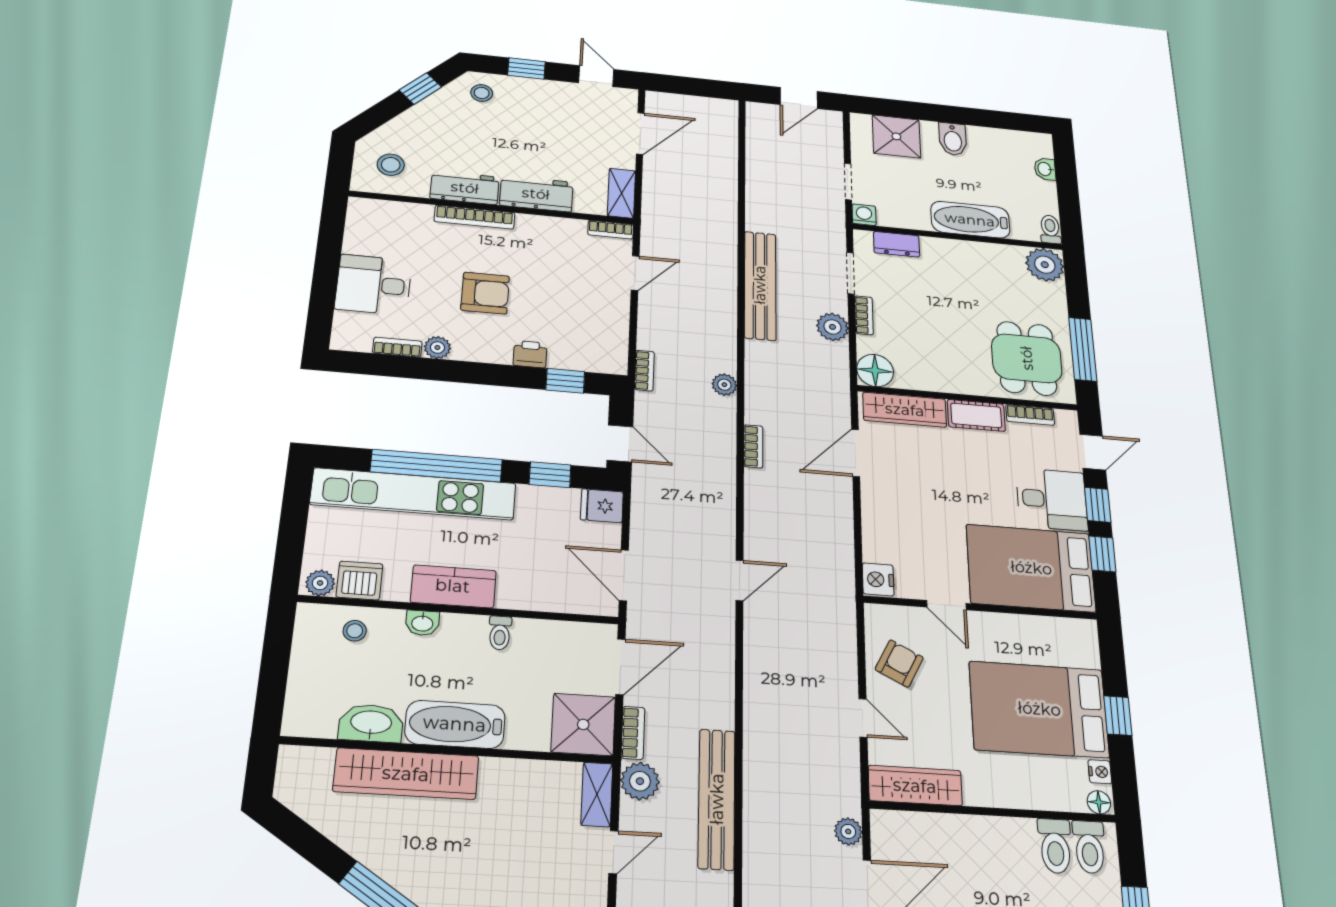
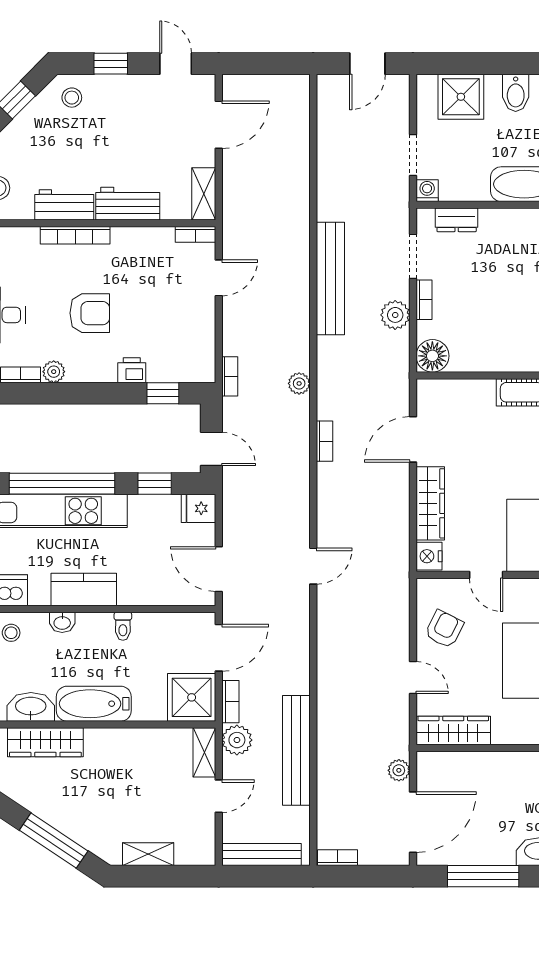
wardrobe: (905, 410) -> (430, 503), moved, turned -90
wardrobe: (406, 774) -> (45, 742), width x0.71, depth x0.85

